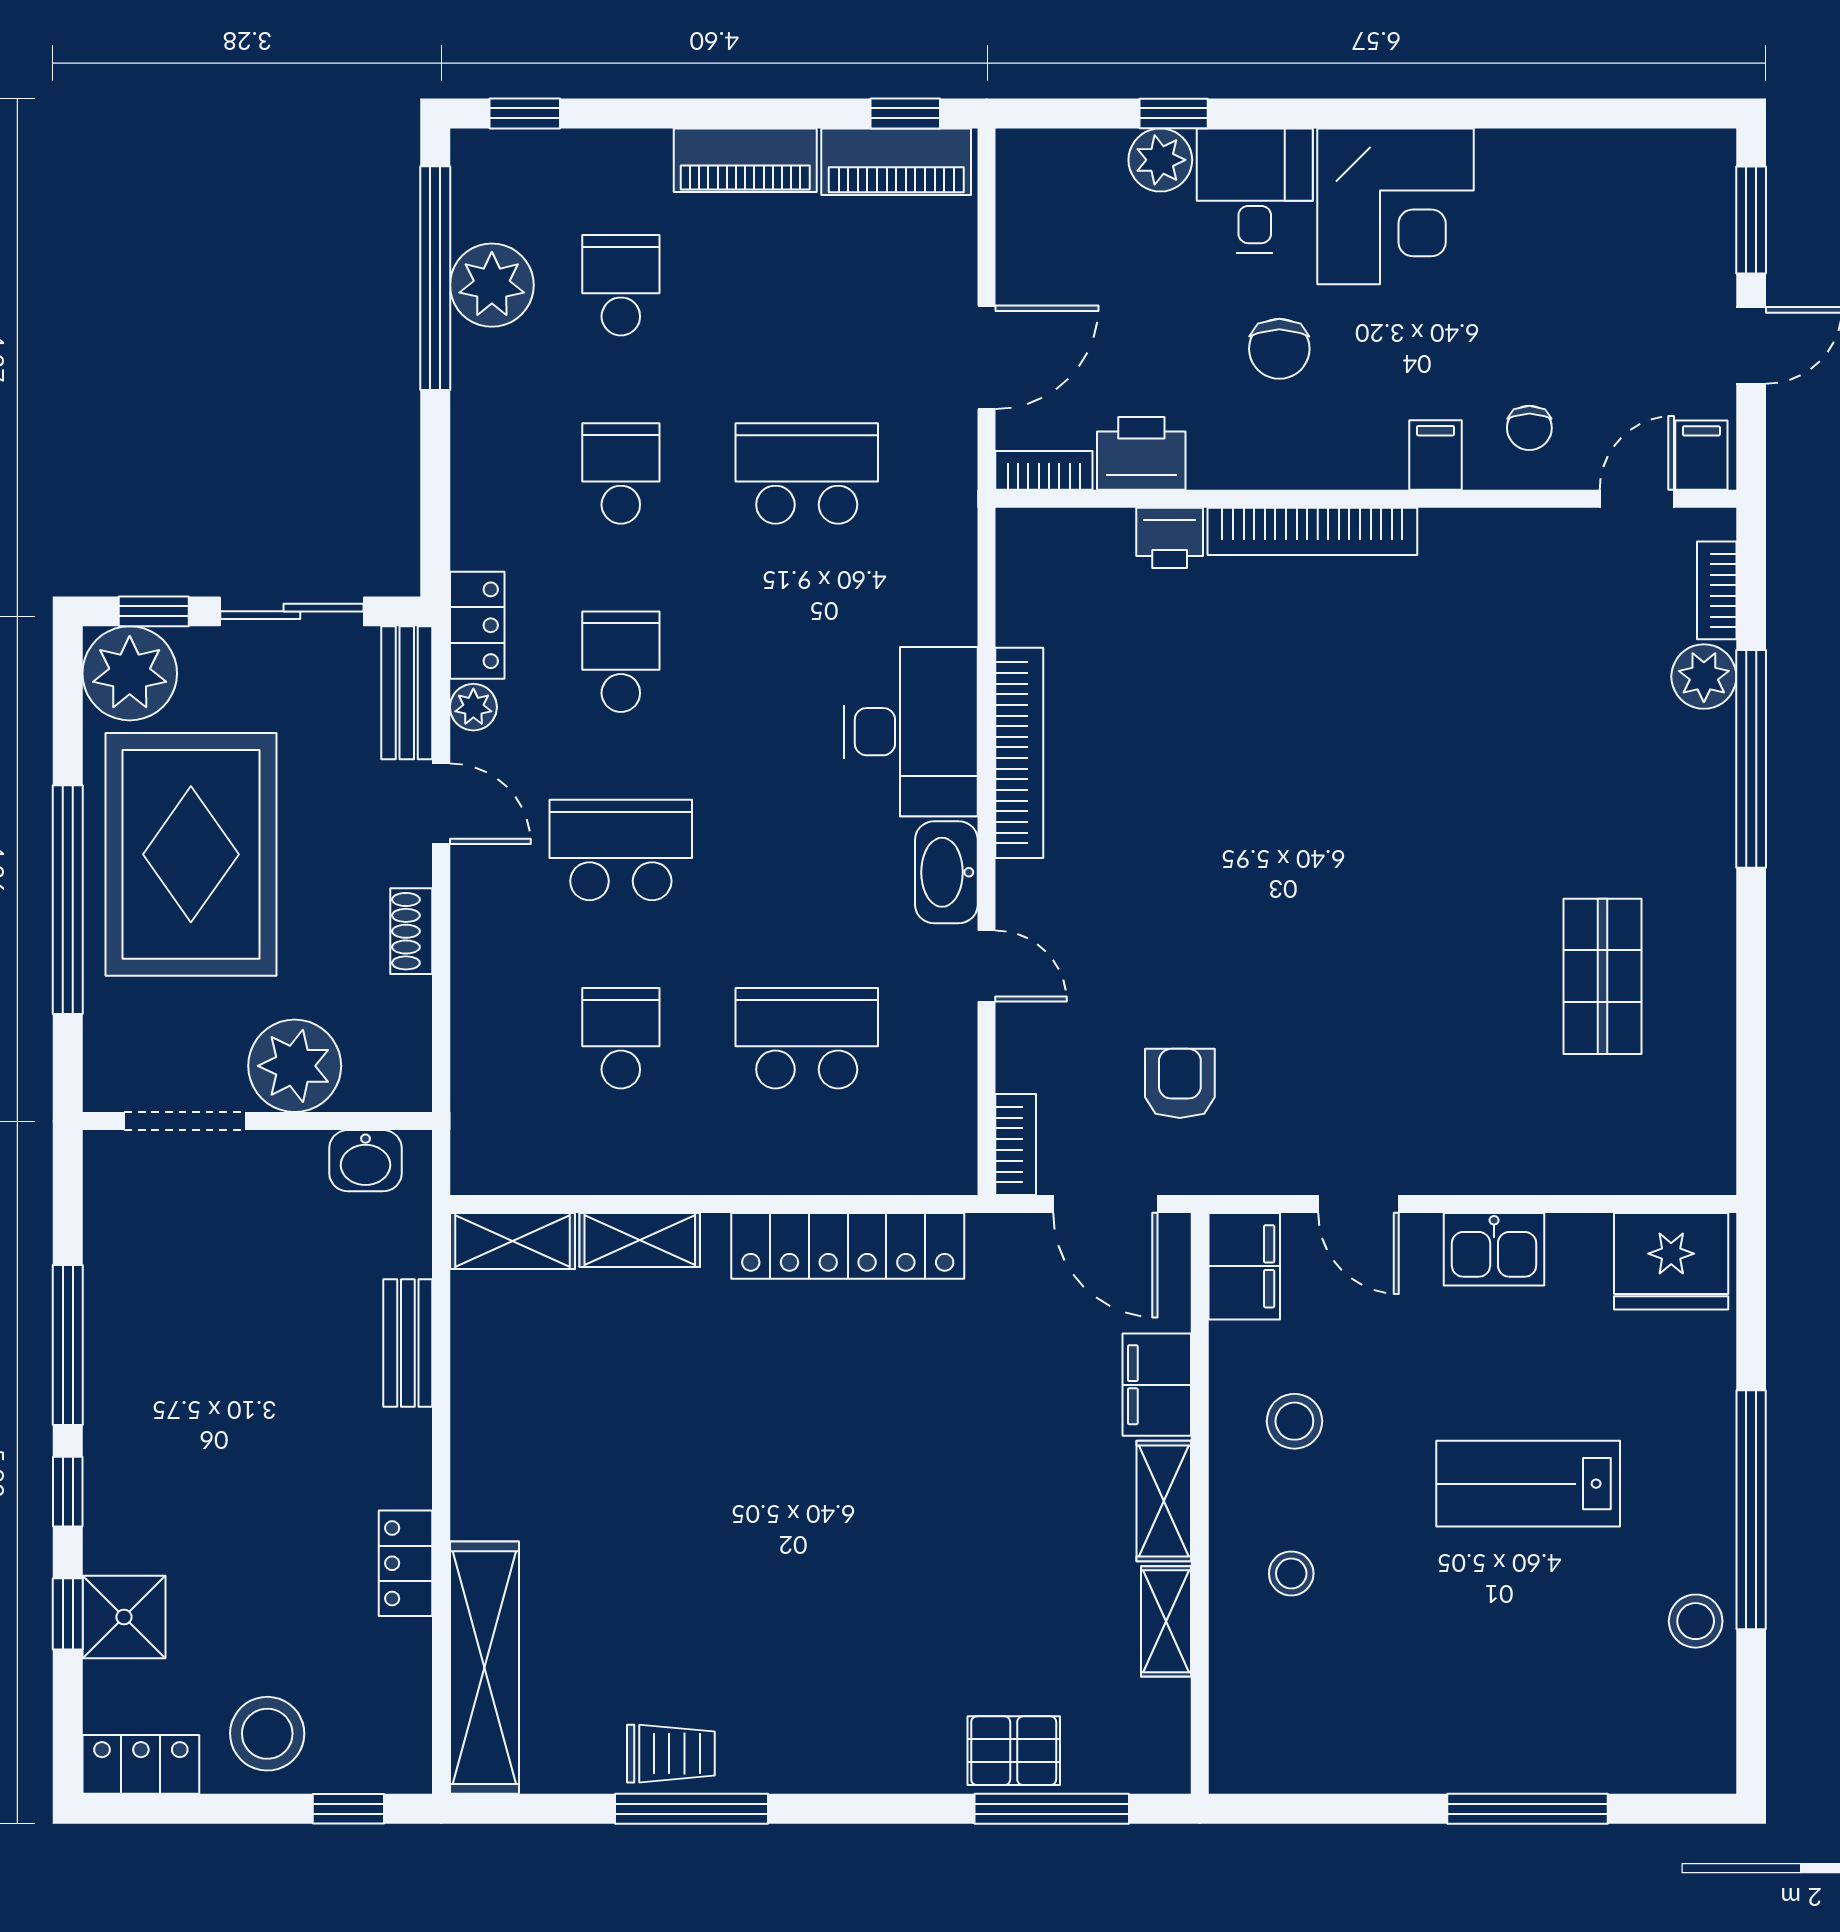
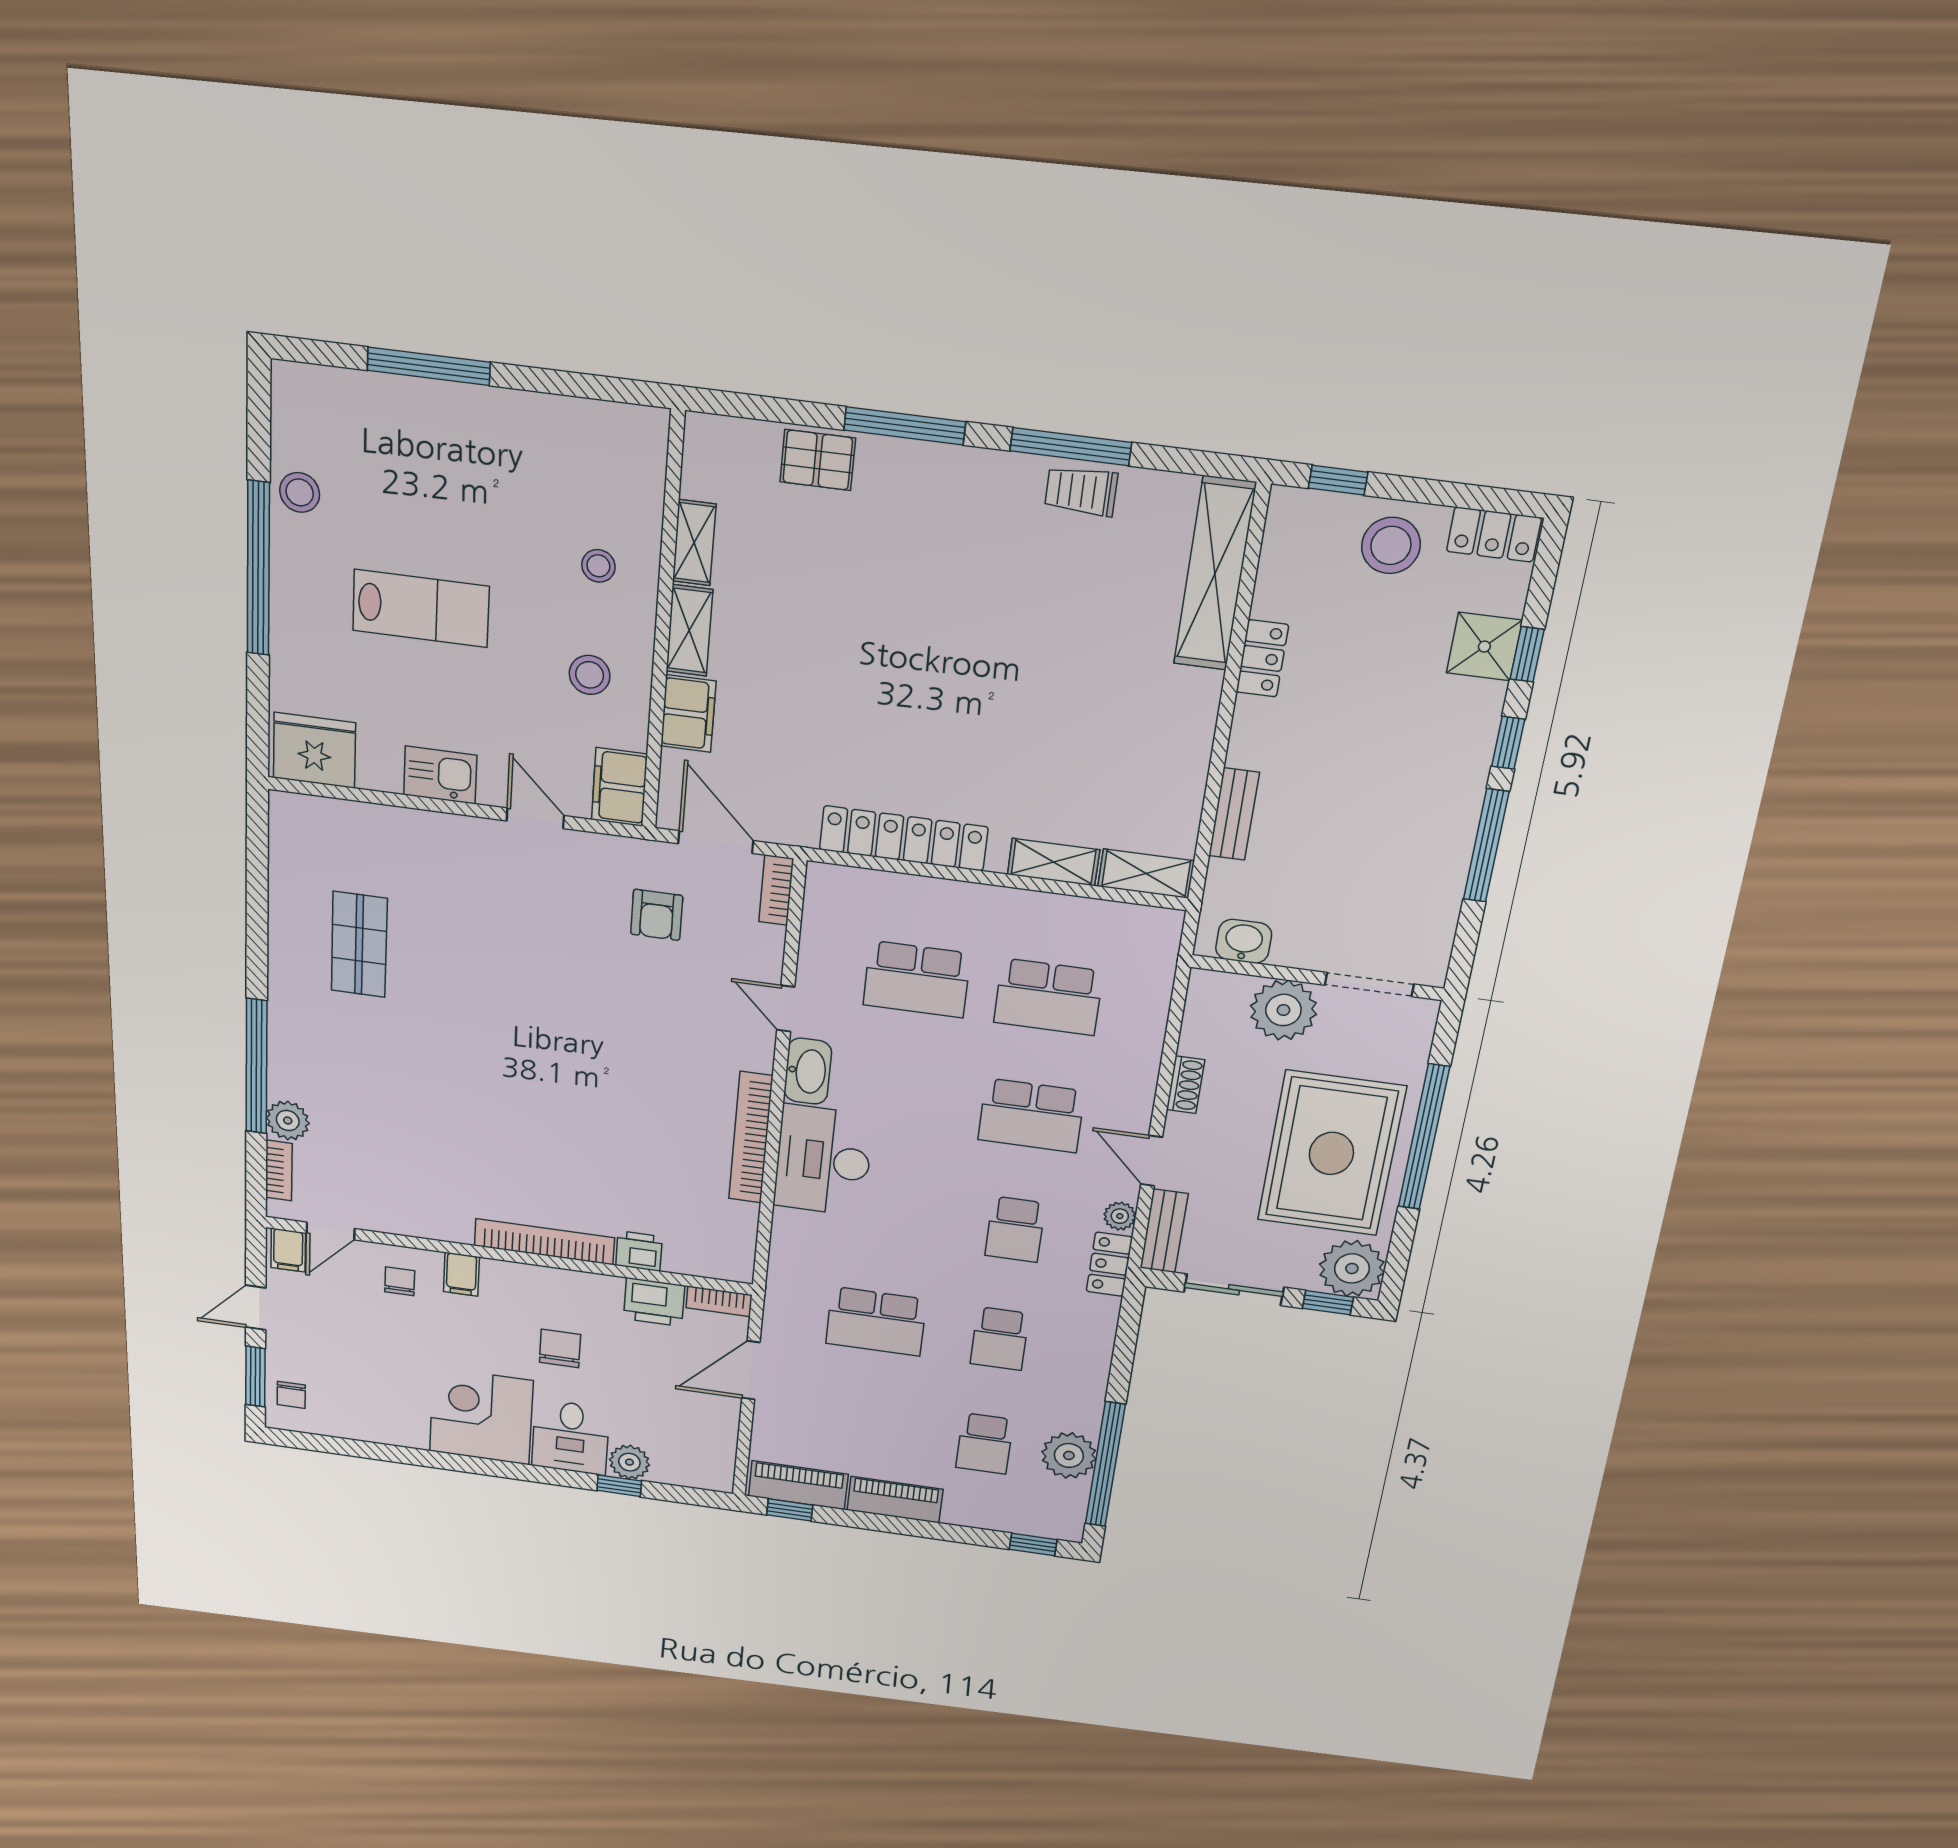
chair: (1694, 196) -> (291, 1395), added
school desk: (621, 1038) -> (1048, 997), width x1.85
window: (1052, 1809) -> (905, 426), moved

